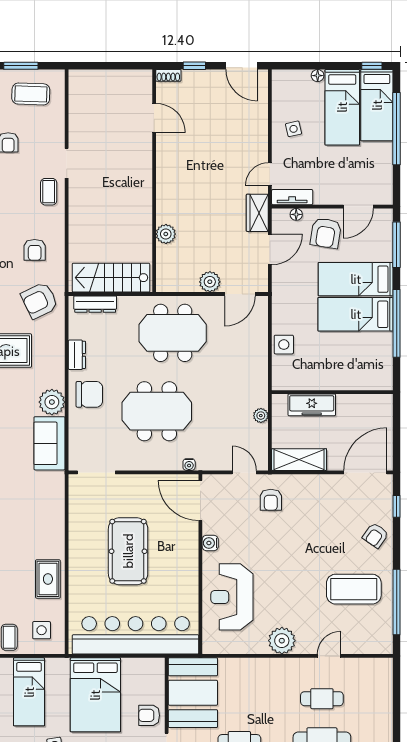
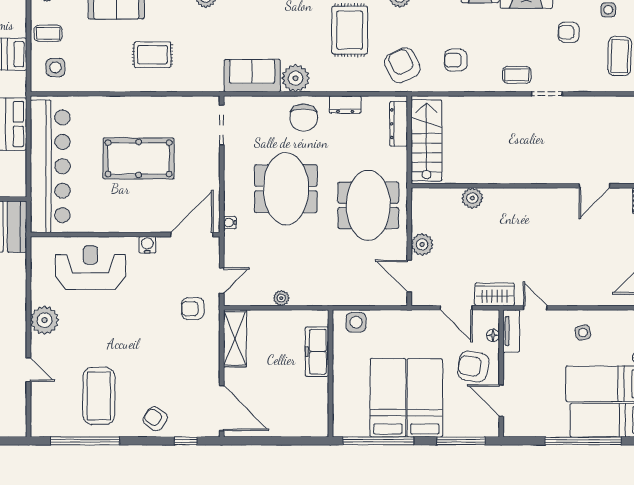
wall: (332, 392) -> (330, 373), moved
freezer: (312, 405) -> (317, 352), moved
rug: (48, 579) -> (152, 55), moved

